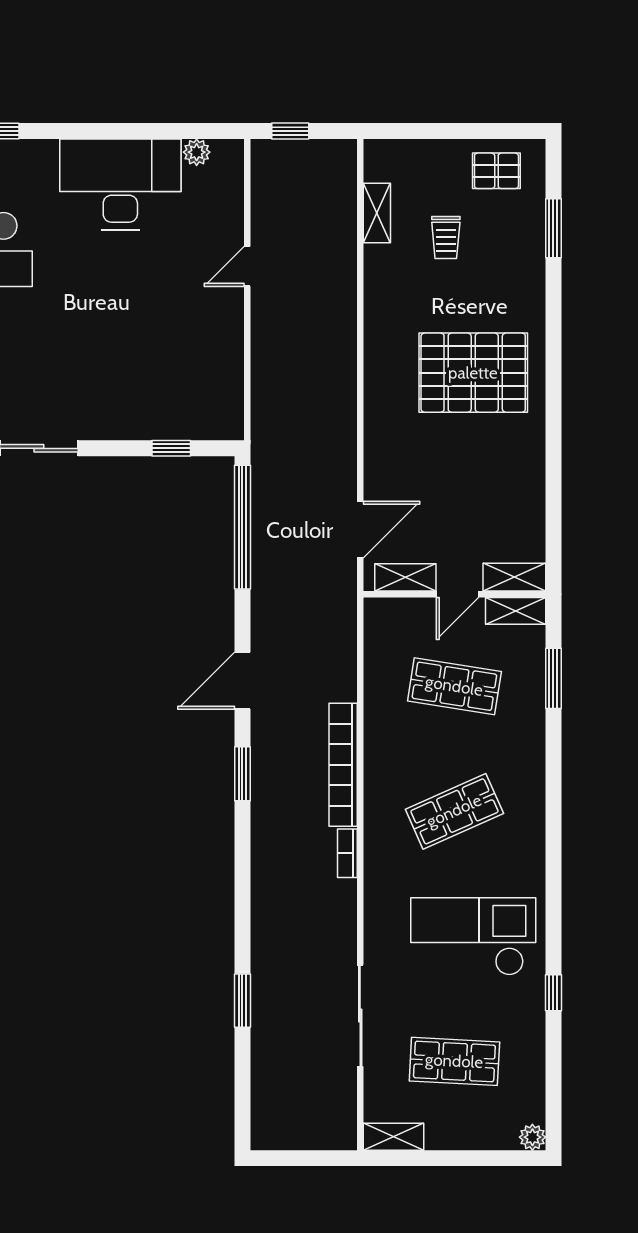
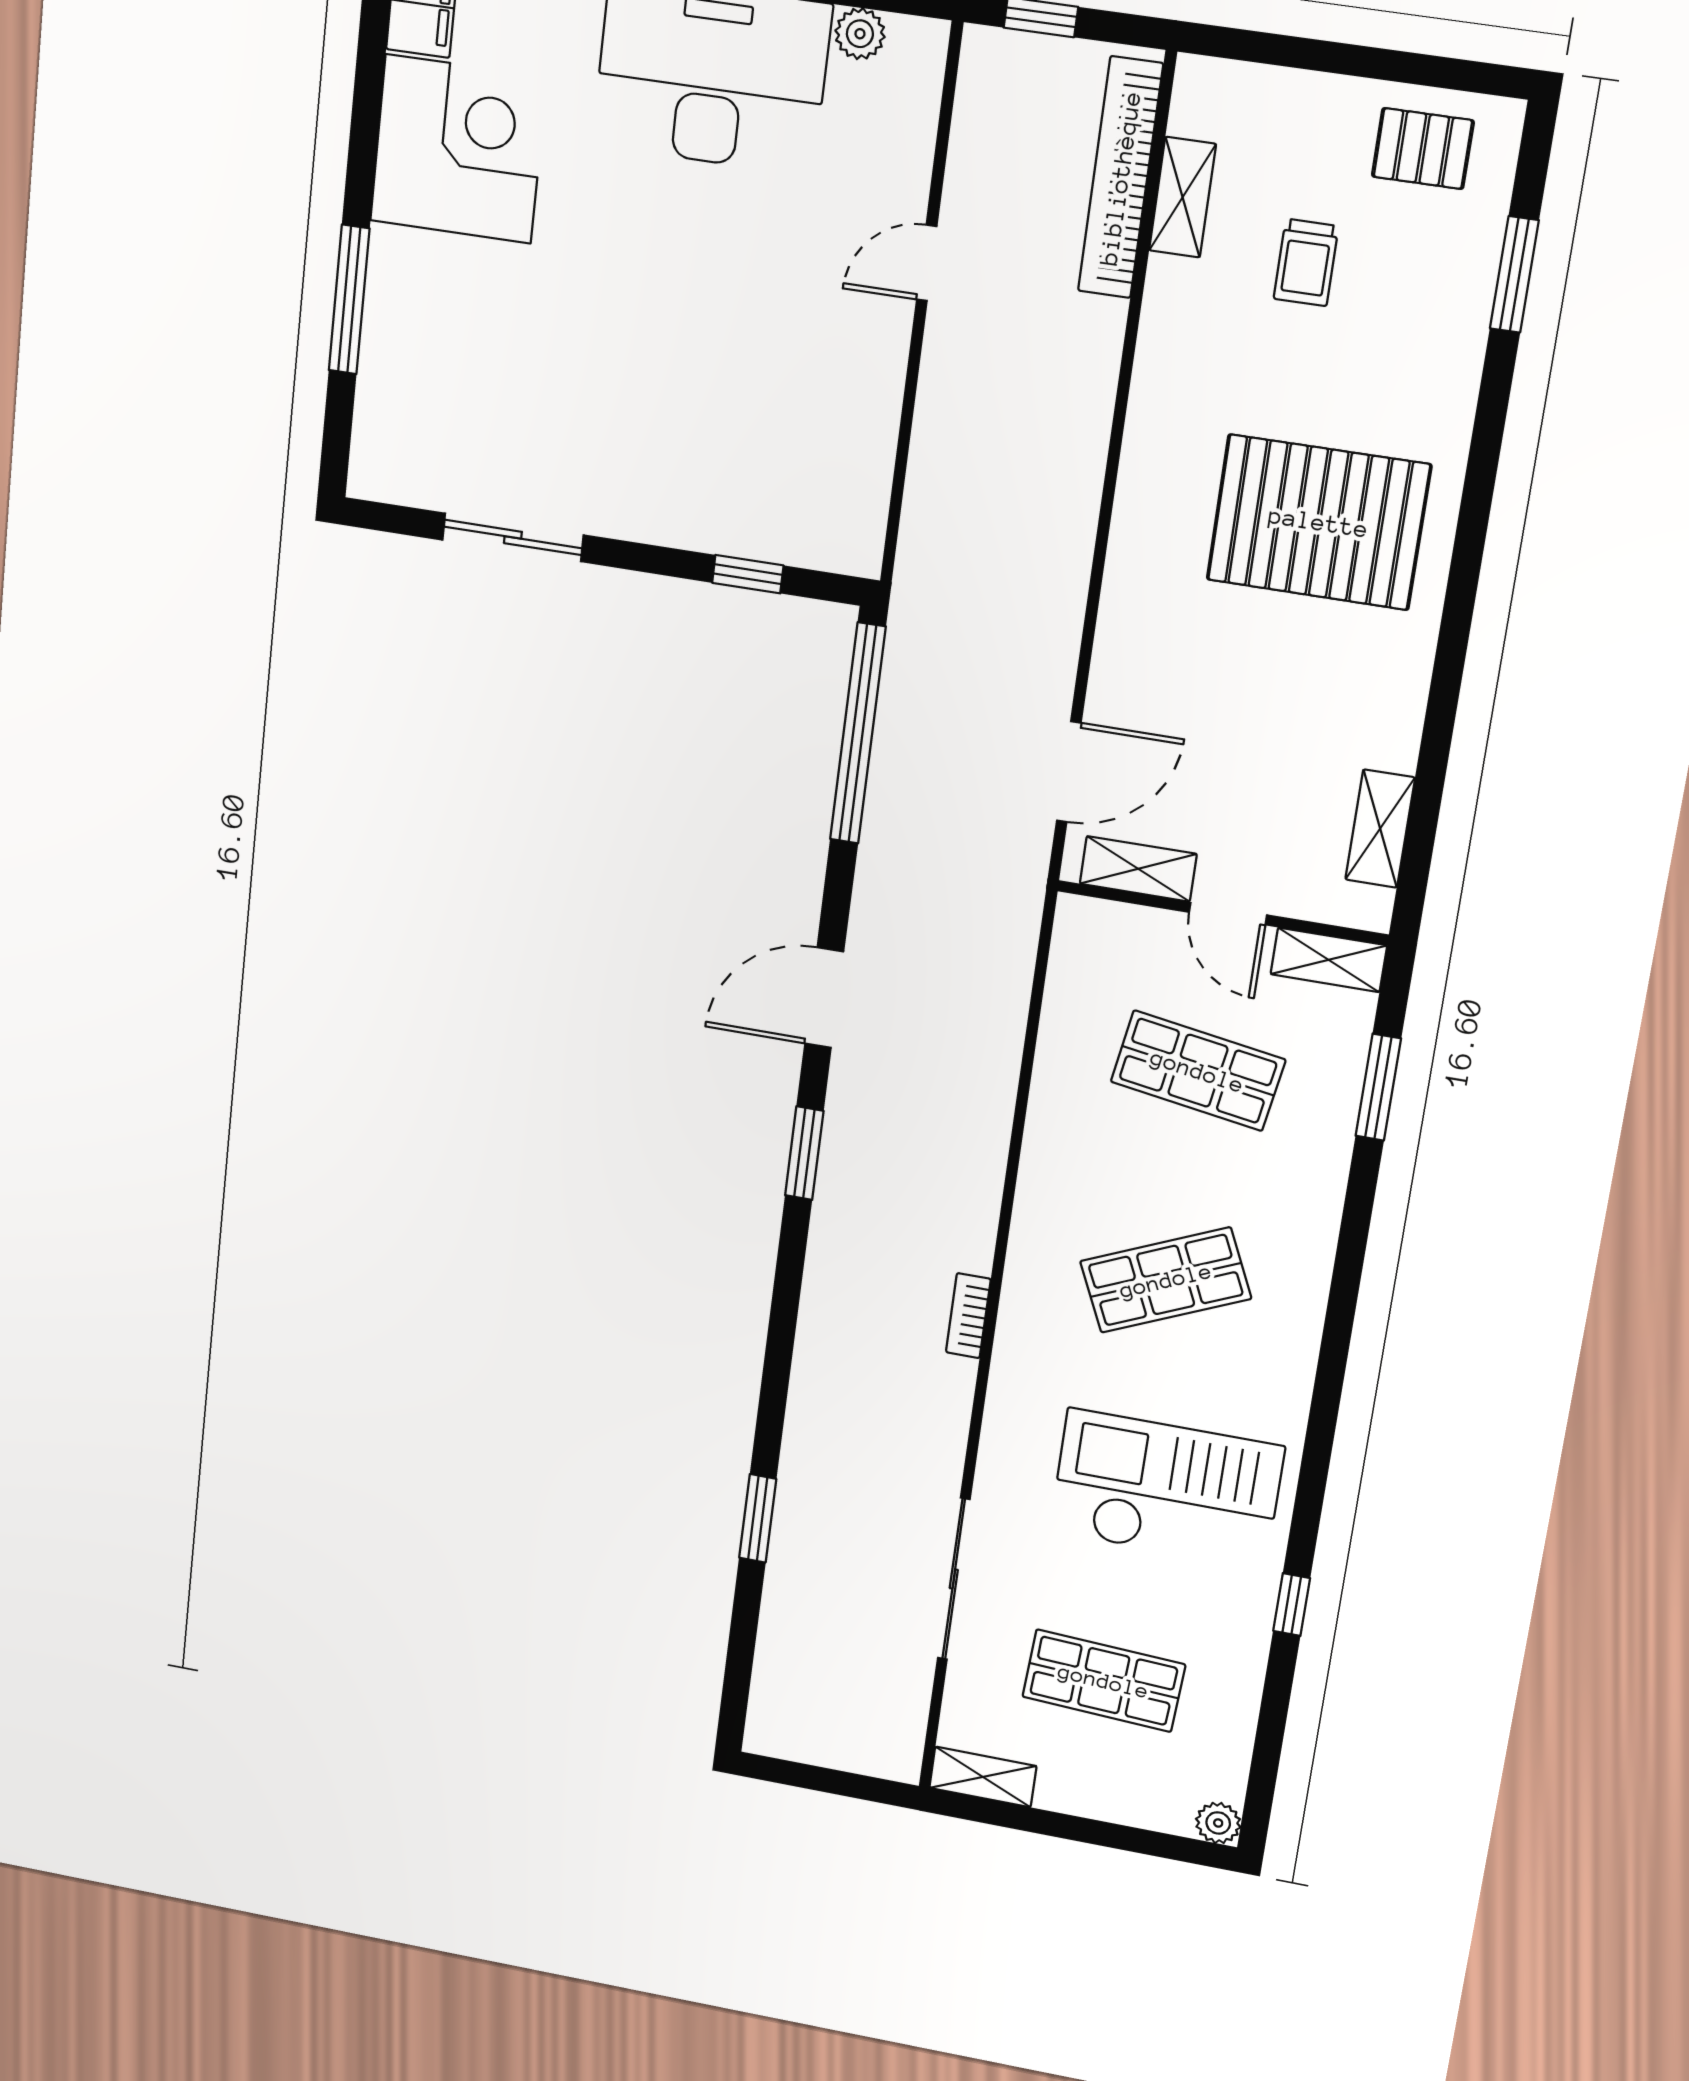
shelving: (514, 577) -> (1380, 829), moved, turned 90
door: (458, 594) -> (1228, 914), hinge flipped
bookcase: (343, 765) -> (1120, 178), moved

